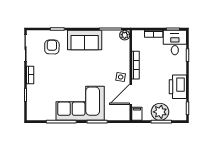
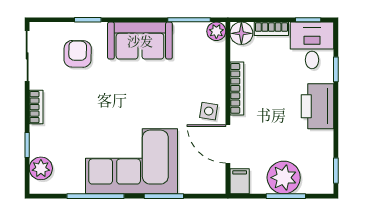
floor lamp: (138, 36) -> (241, 33), added
printer: (178, 87) -> (318, 106), moved
door: (131, 94) -> (228, 144), hinge flipped
plant: (33, 107) -> (41, 168), added

